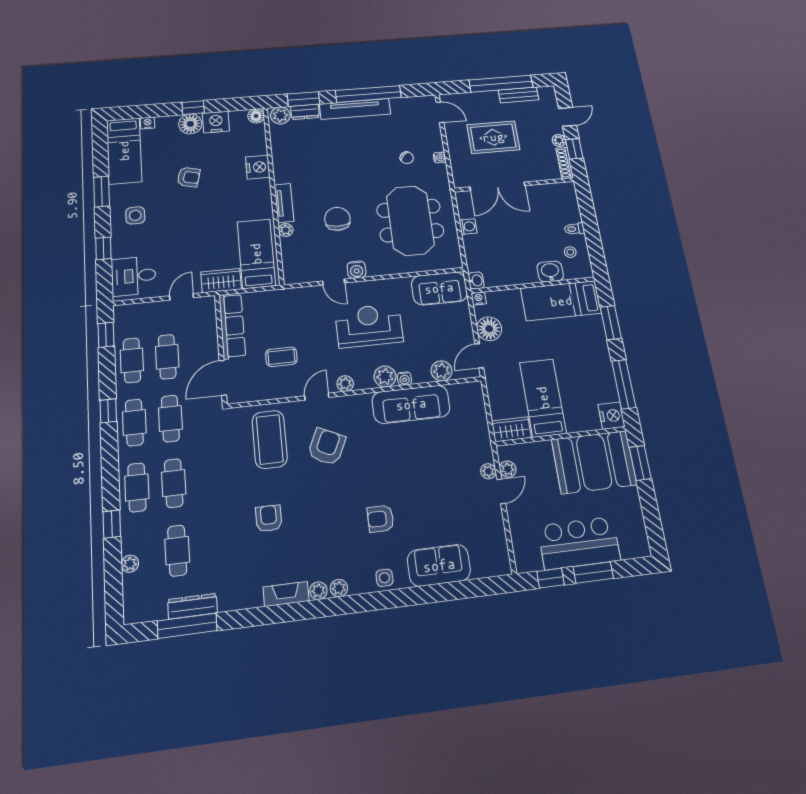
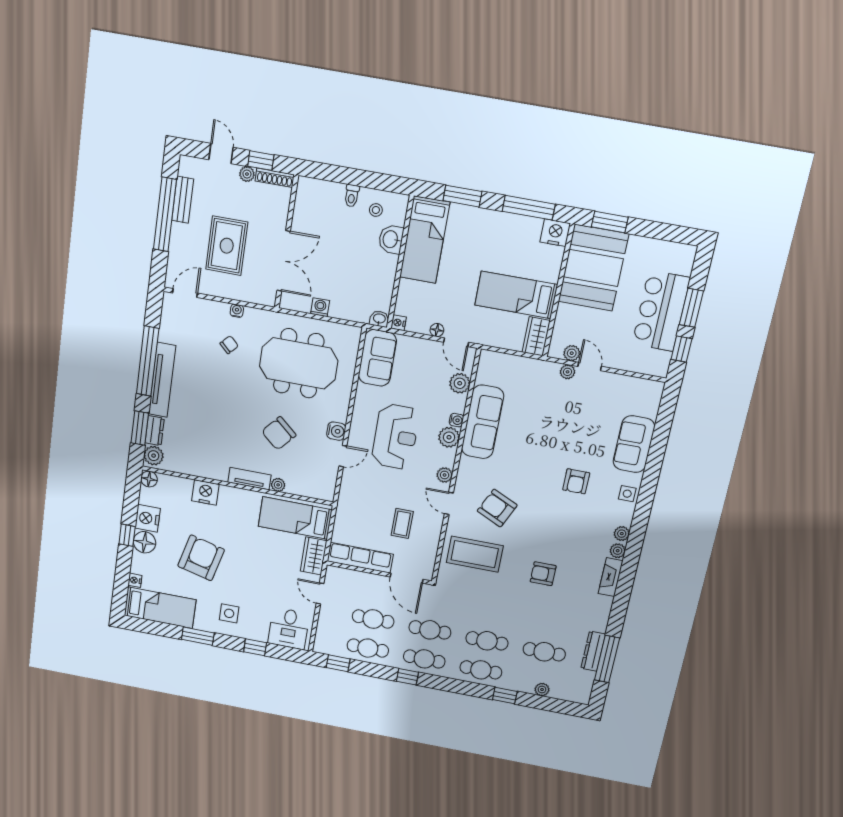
armchair: (189, 177) -> (201, 558), width x1.88, depth x1.88
chair: (337, 219) -> (279, 433), turned -49
reception desk: (369, 326) -> (395, 437), turned 180
floor lamp: (489, 329) -> (437, 330), width x0.53, depth x0.53

